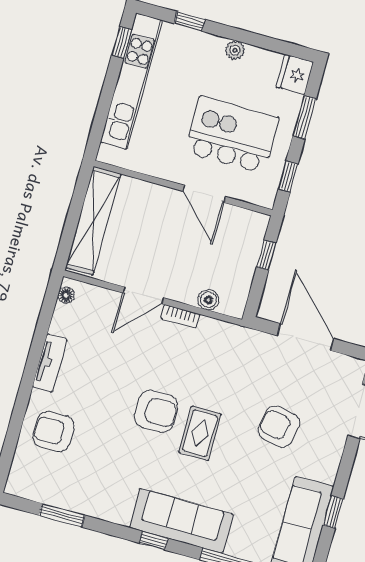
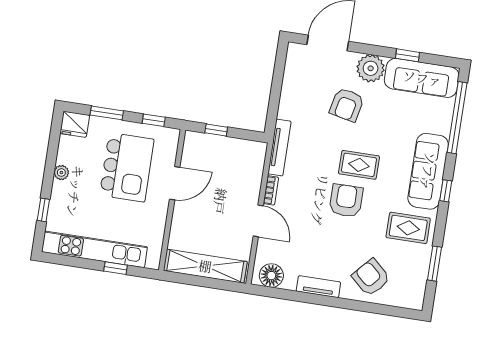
window: (122, 42) -> (116, 268), moved
kitchen island: (232, 135) -> (127, 167), turned 180
floor lamp: (66, 295) -> (271, 276), width x1.89, depth x1.89
boiler: (208, 300) -> (256, 170), removed
tv unit: (234, 334) -> (279, 148), added
door: (305, 337) -> (276, 93), removed
armchair: (54, 432) -> (371, 277), turned 132
plant: (322, 463) -> (371, 68), added
rug: (112, 487) -> (408, 228), added

